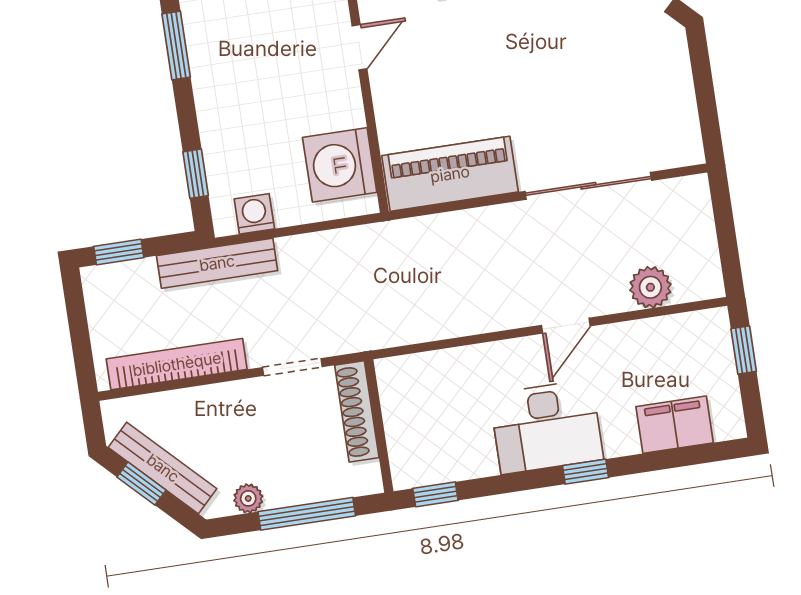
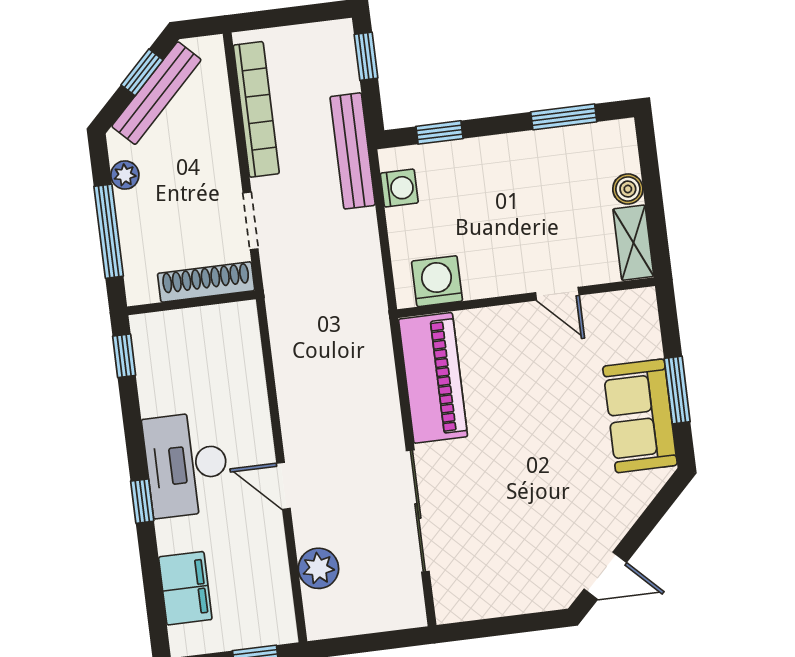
washing machine: (340, 165) -> (437, 281), width x0.73, depth x0.73

